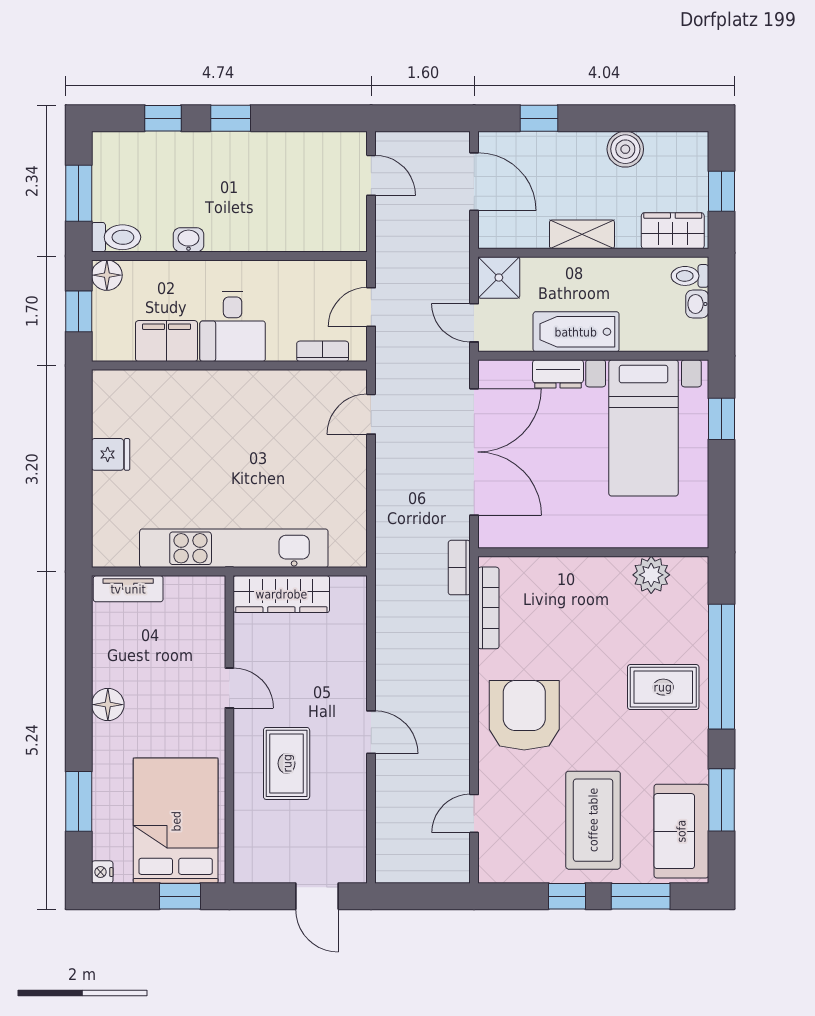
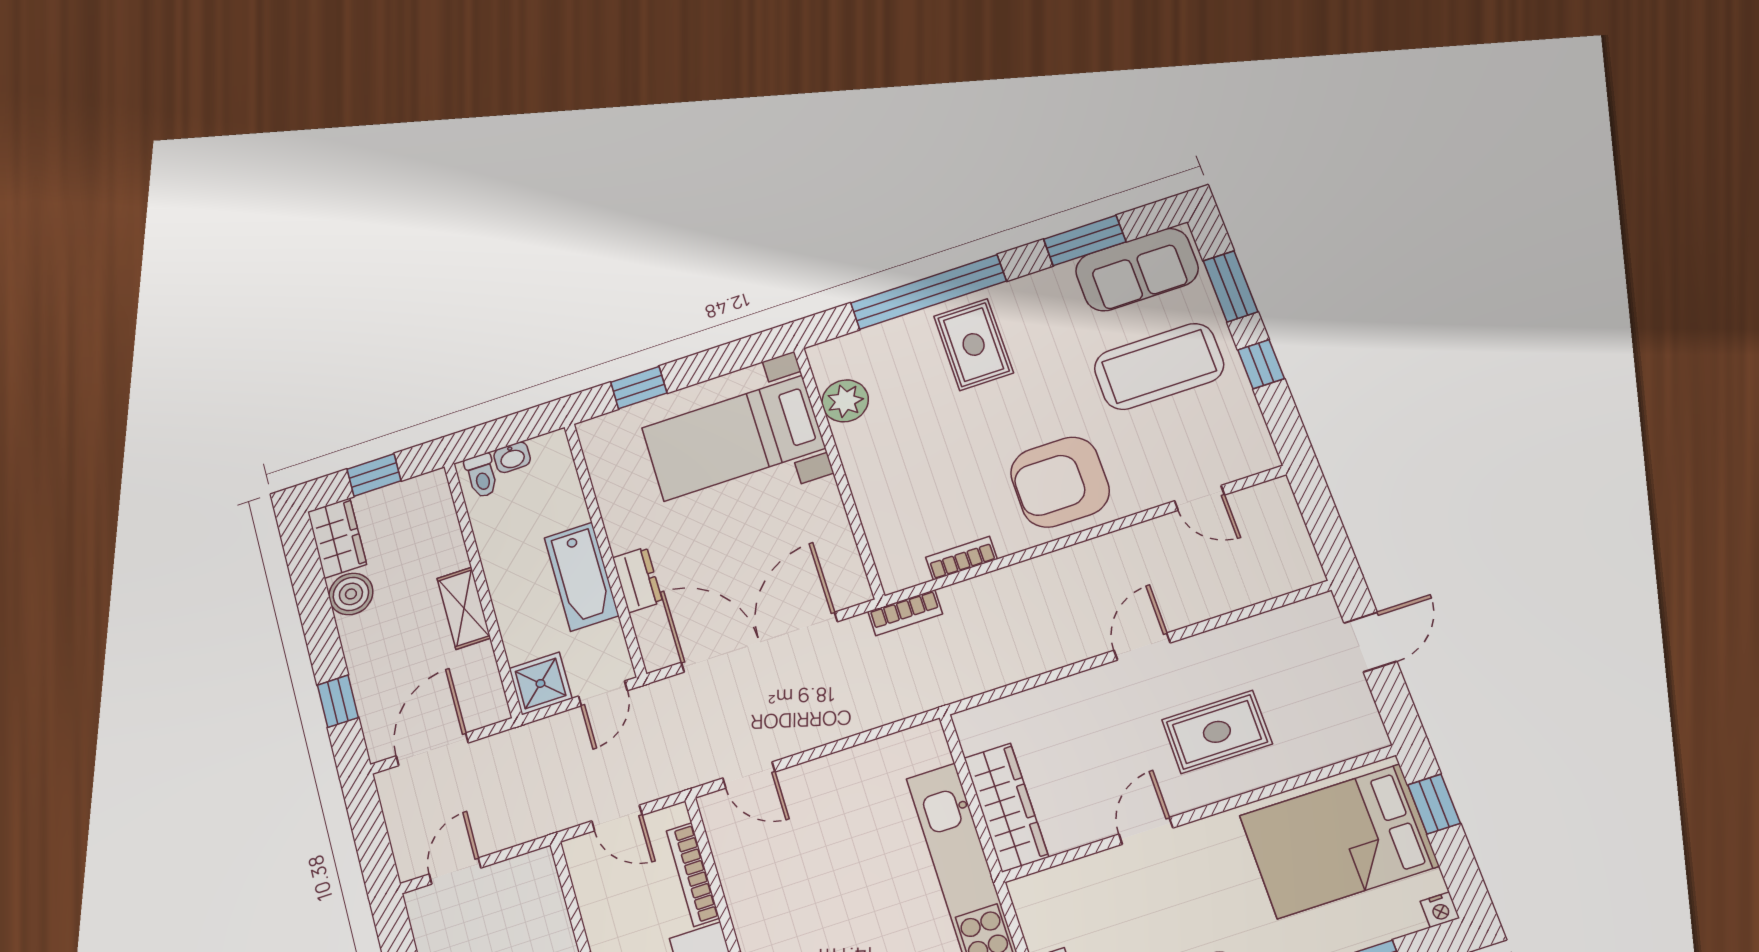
wardrobe: (673, 231) -> (337, 538), moved, turned 180
bookcase: (323, 351) -> (693, 874), width x1.56
bed with nightstands: (644, 428) -> (733, 438), moved, turned 180
bookcase: (488, 608) -> (961, 558), width x0.64

